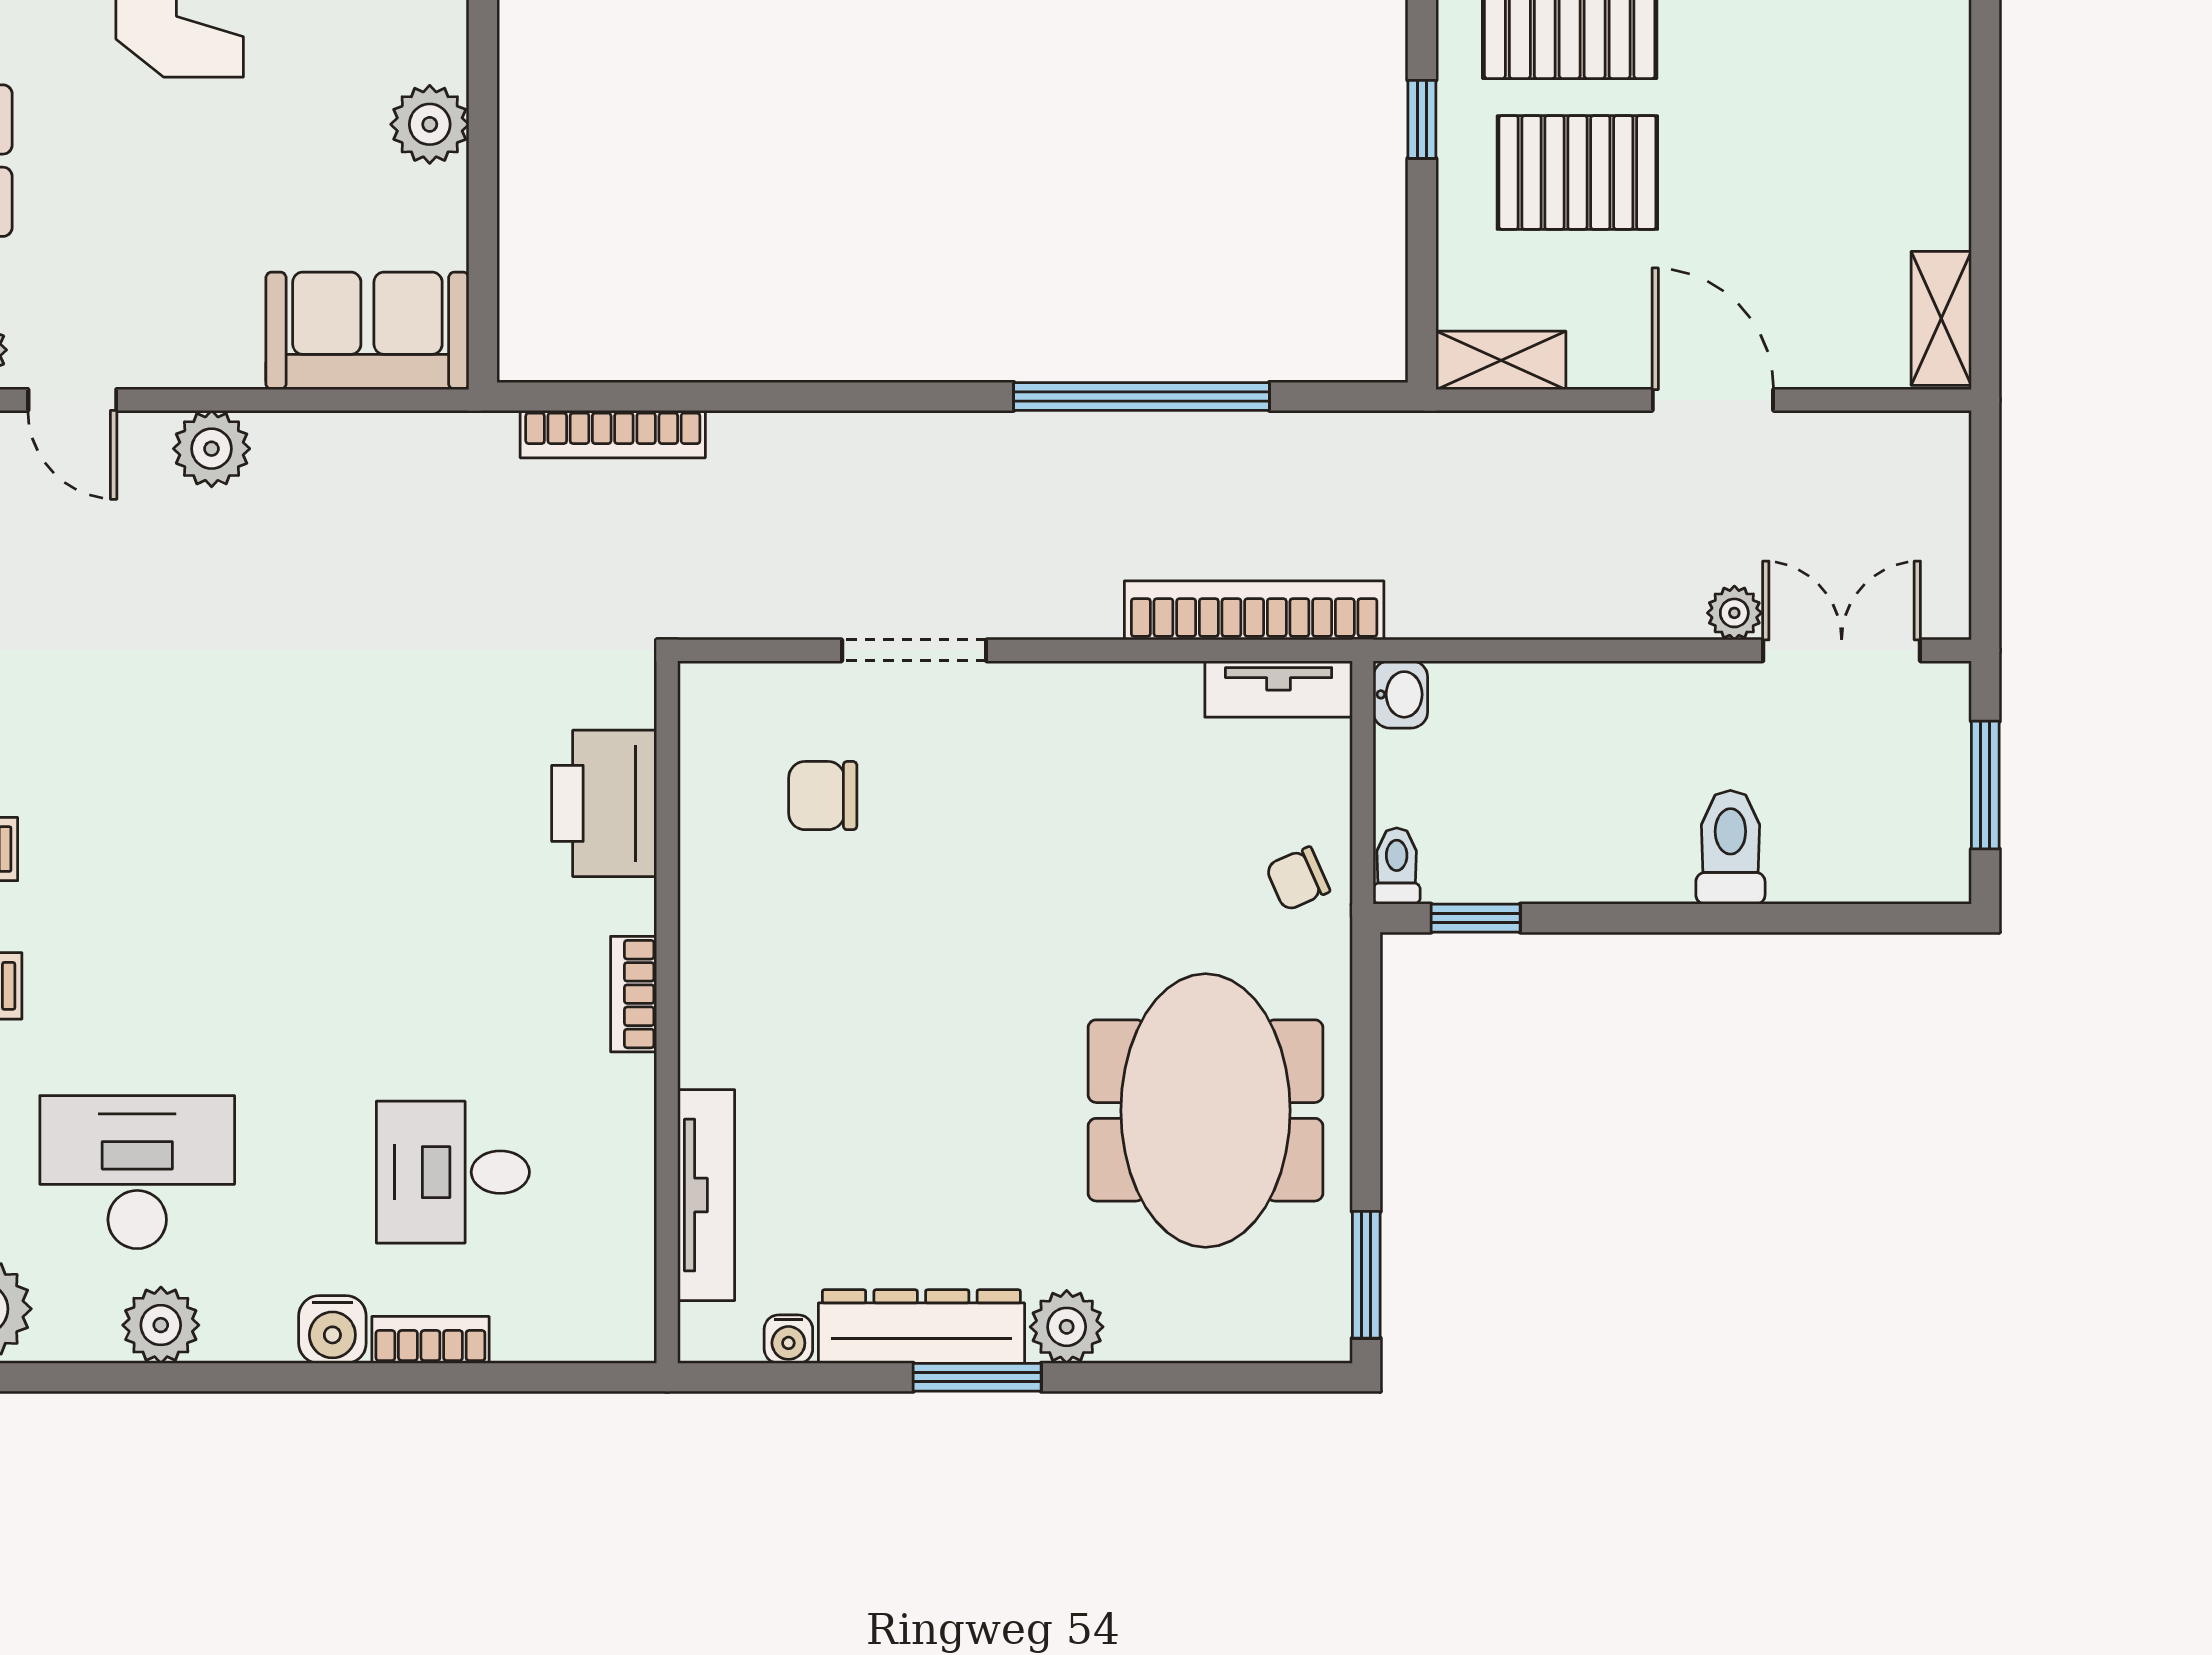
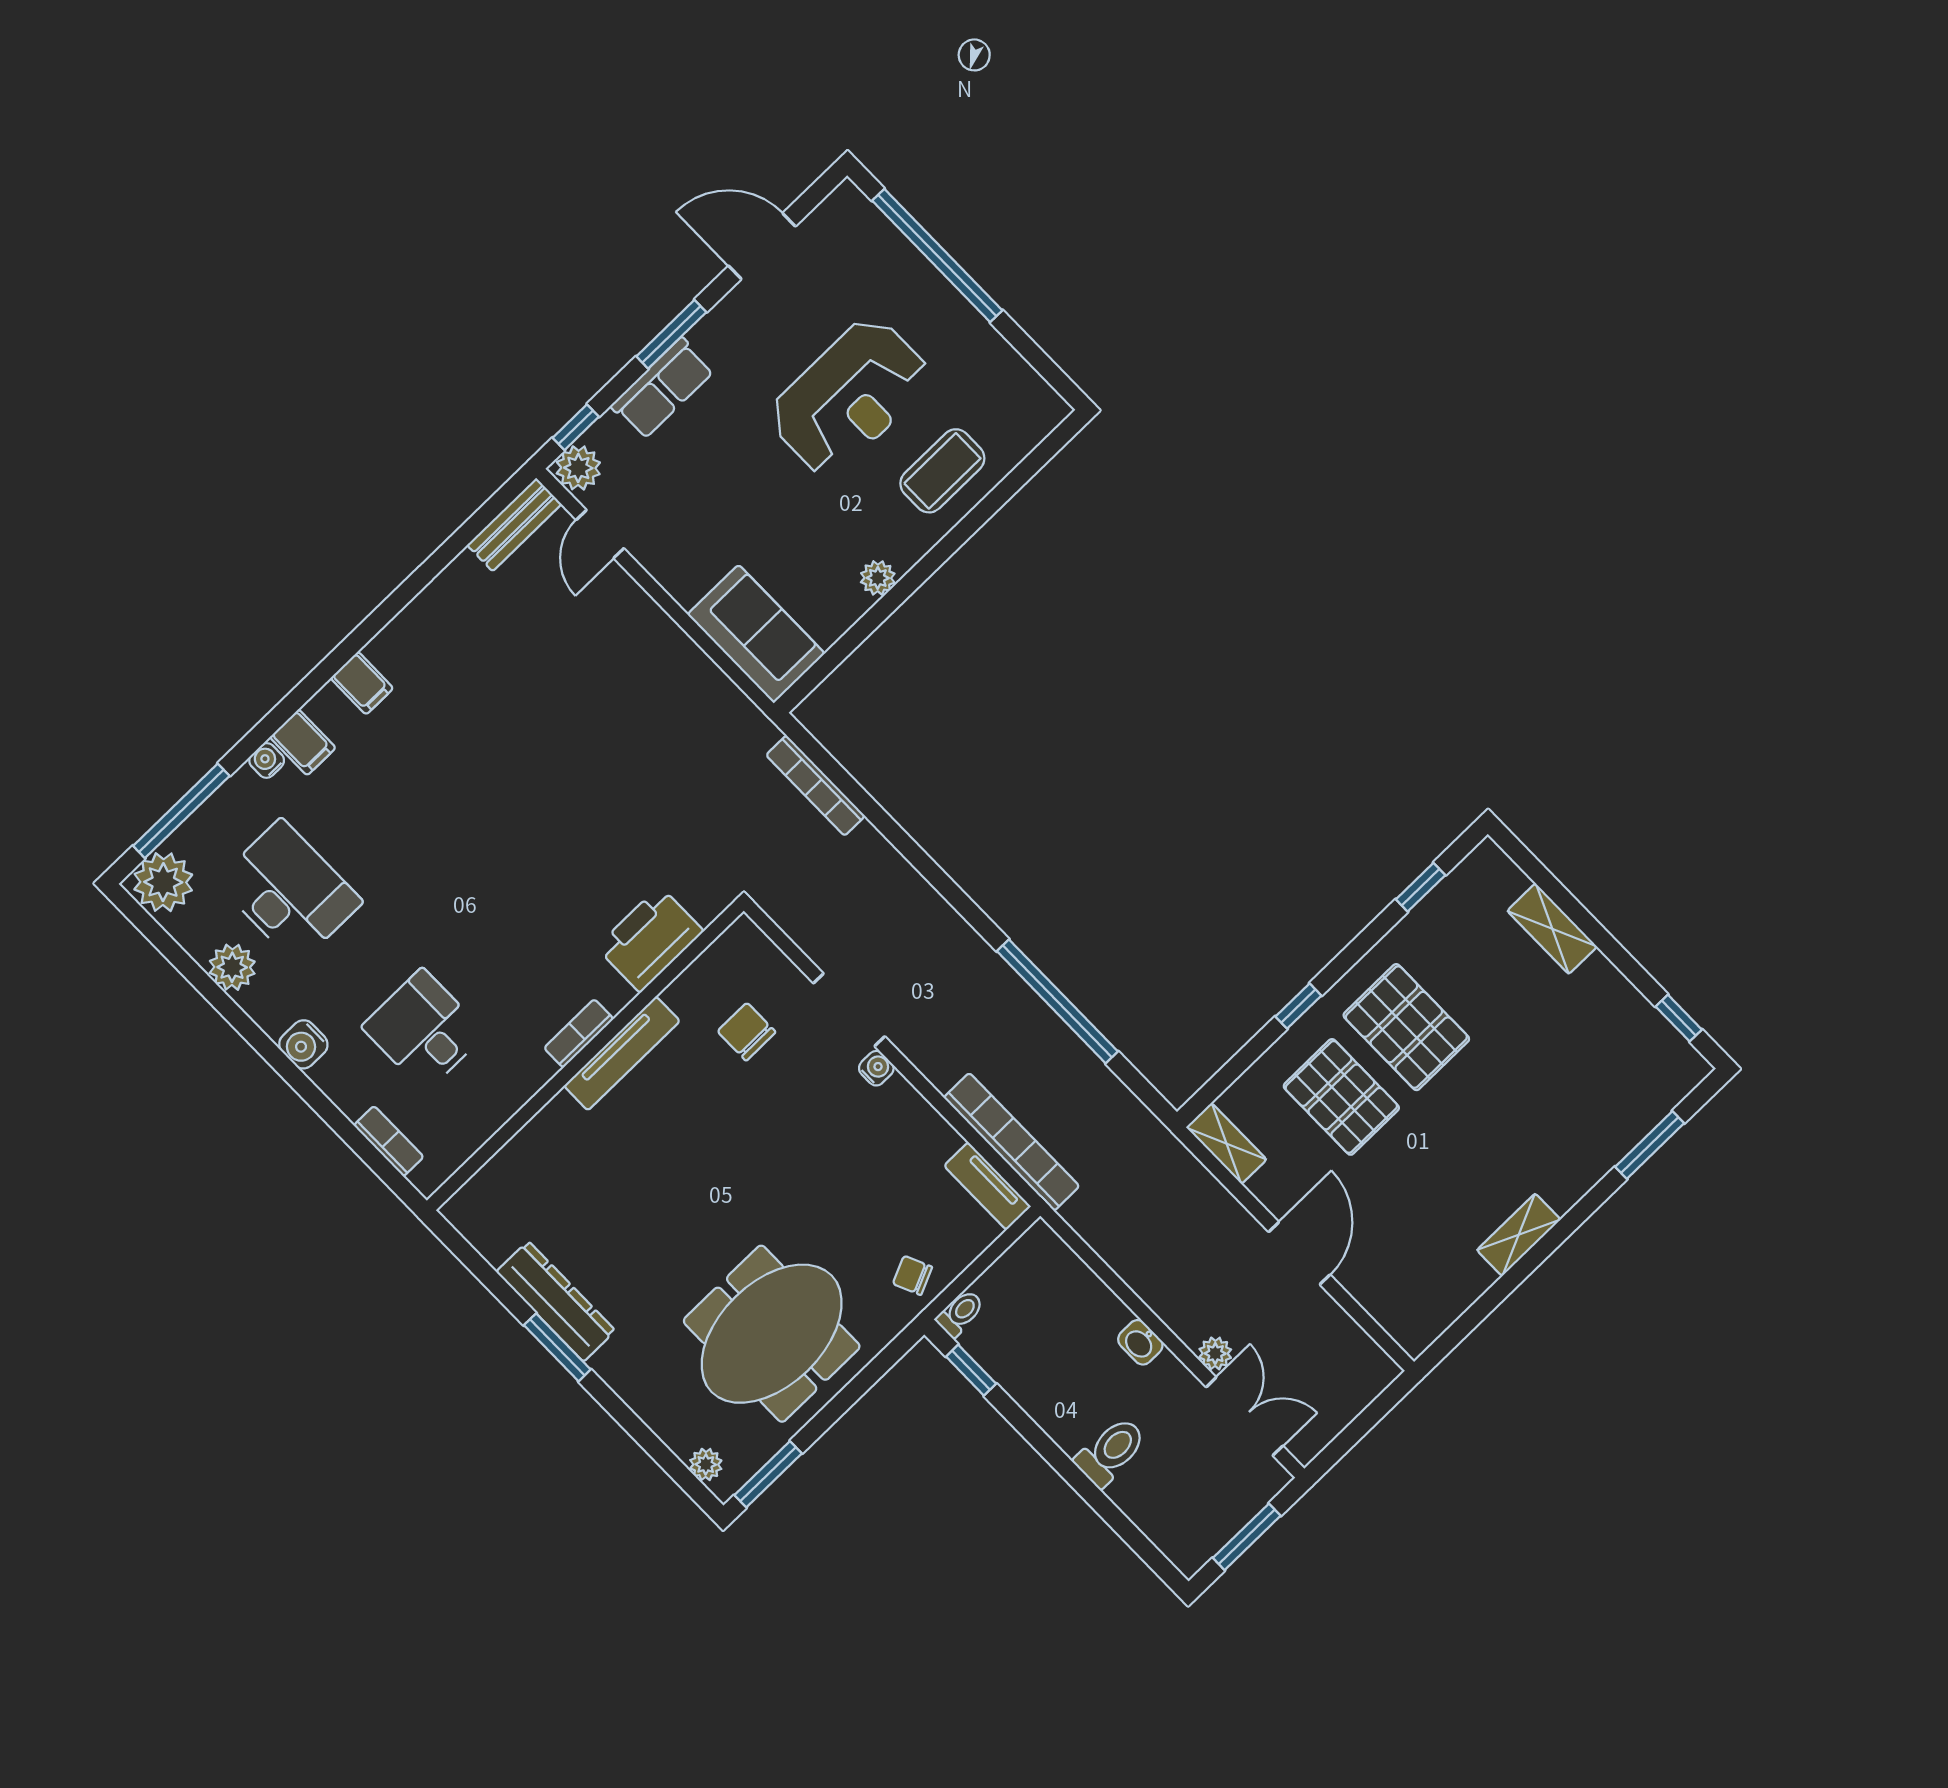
plant: (430, 124) -> (878, 578), width x0.73, depth x0.73
shelving: (1941, 318) -> (1519, 1235), moved
plant: (212, 449) -> (638, 616), removed
washbasin: (1400, 694) -> (1140, 1342), moved, turned 90
tv unit: (706, 1195) -> (622, 1053), moved
plant: (1067, 1327) -> (706, 1464), moved, width x0.73, depth x0.73
water cooler: (788, 1339) -> (876, 1068), moved, turned 180
bookcase: (430, 1340) -> (389, 1141), moved

